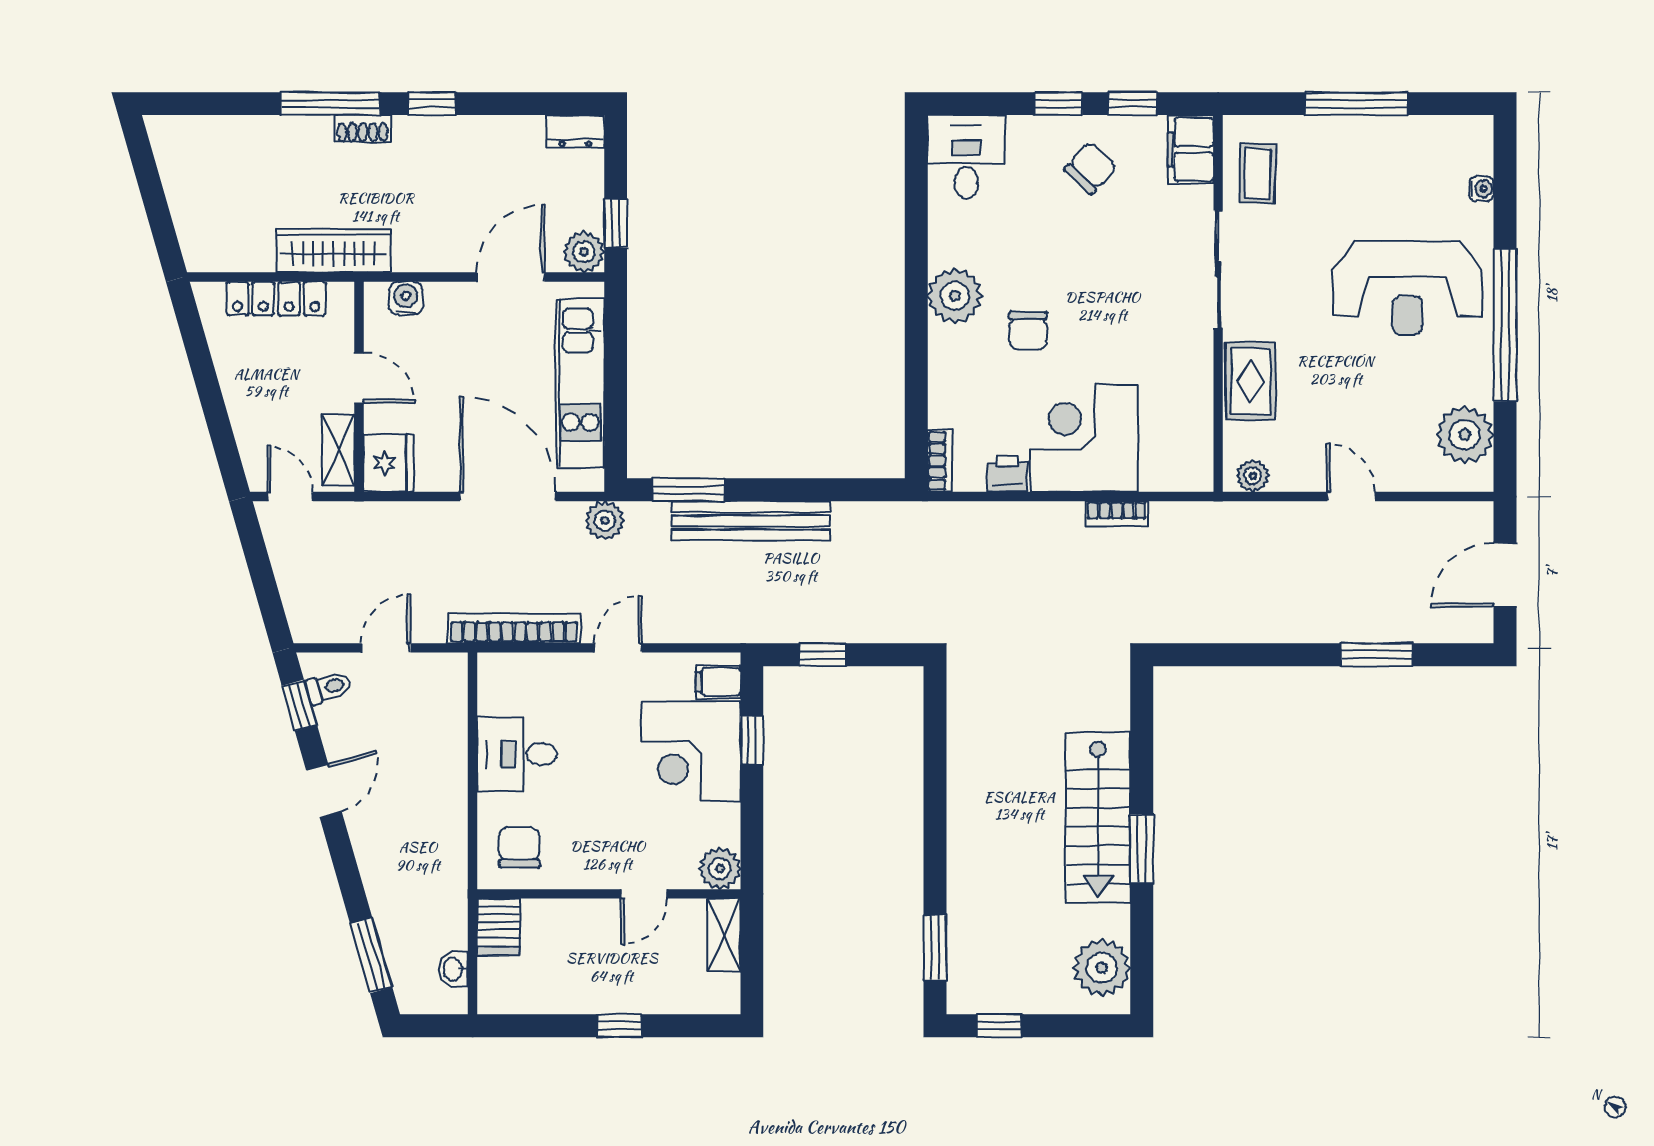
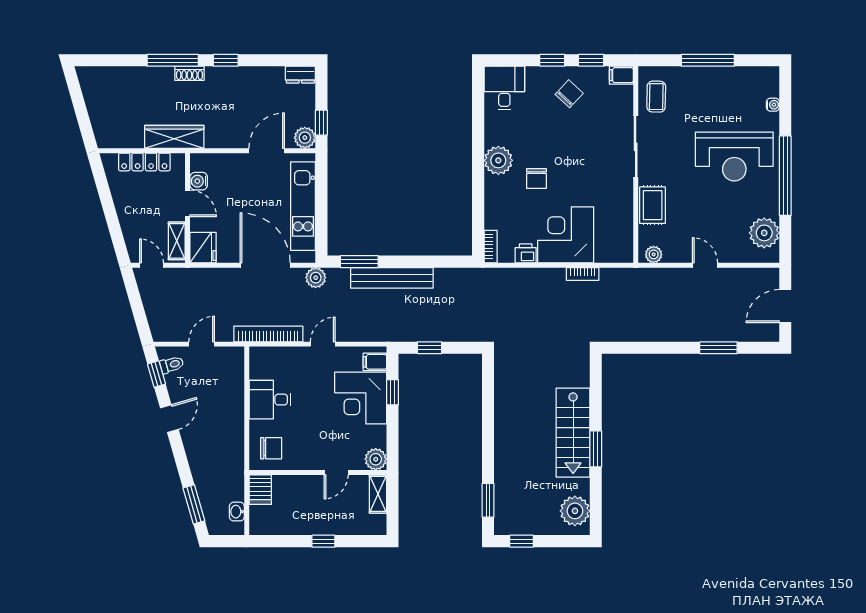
filing cabinet: (1191, 149) -> (621, 75), width x0.50
water cooler: (406, 298) -> (199, 181), moved, turned -90
chair: (519, 848) -> (271, 448), turned 90

